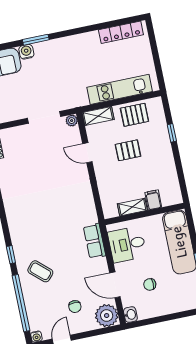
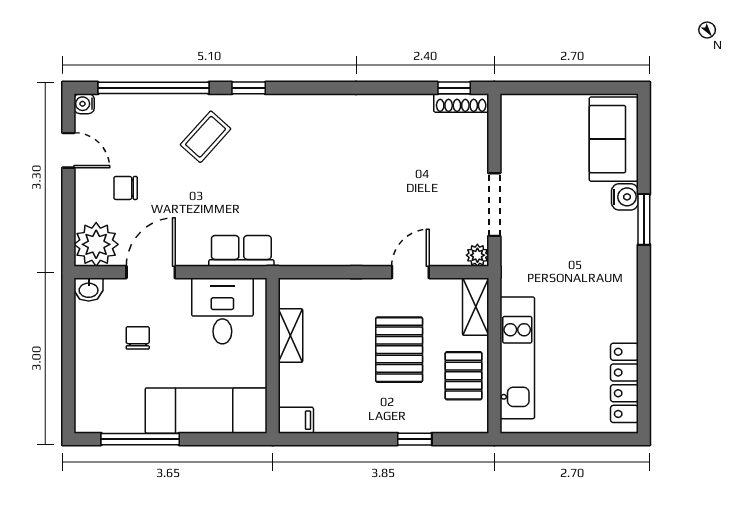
pallet: (128, 150) -> (399, 350), width x1.50, depth x1.42
filing cabinet: (153, 200) -> (296, 420), moved

